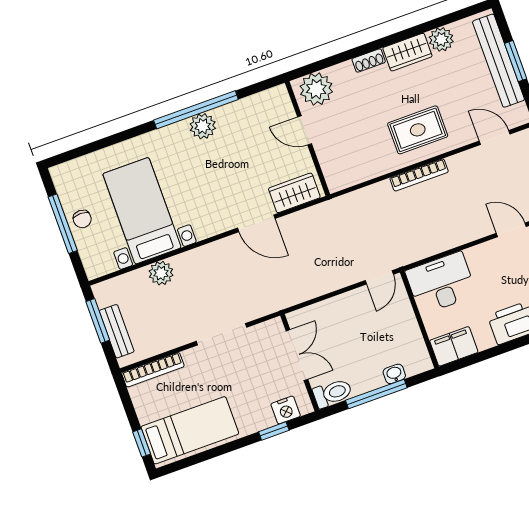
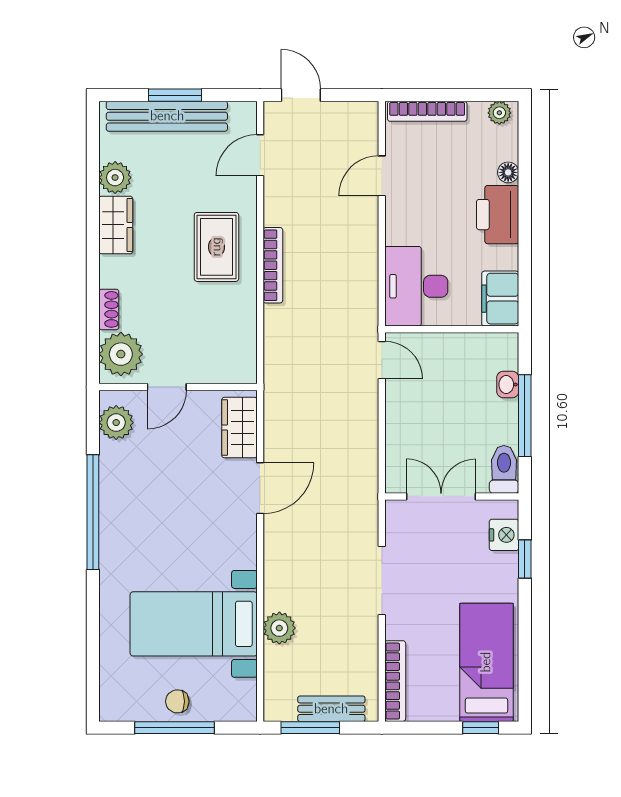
shoe rack: (369, 61) -> (109, 309), moved
plant: (203, 126) -> (116, 423), moved
chair: (82, 219) -> (177, 701), turned 180

